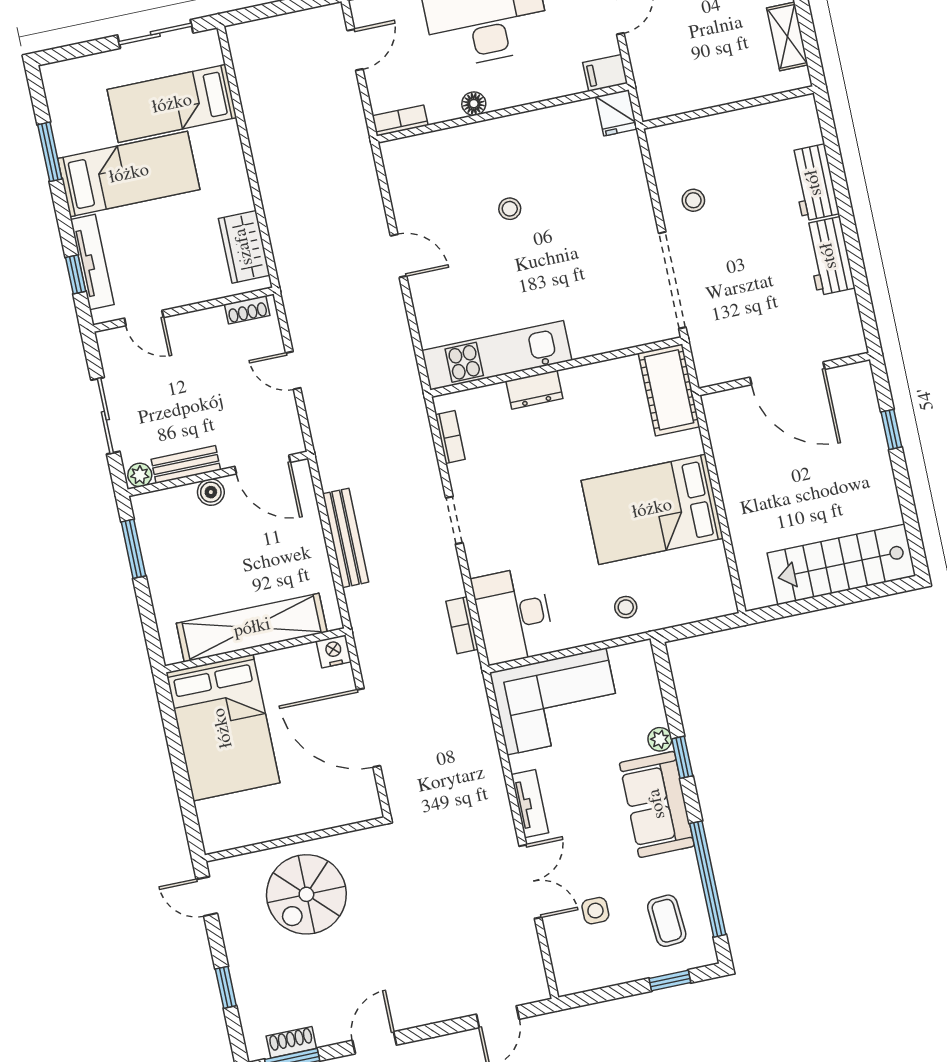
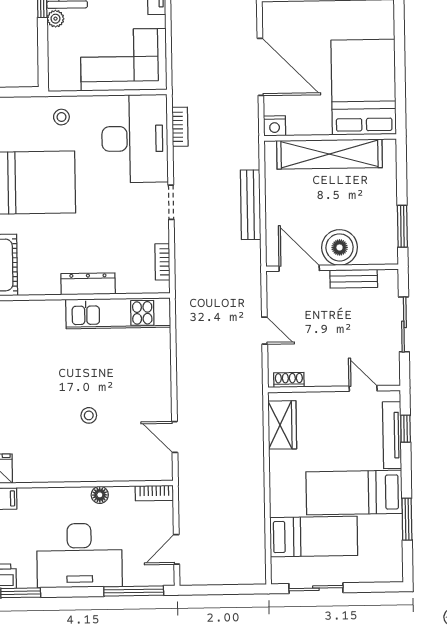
door: (399, 256) -> (175, 437), moved
dresser: (534, 390) -> (88, 284), width x1.44
plant: (140, 475) -> (388, 278), removed
boiler: (211, 492) -> (340, 247), width x1.86, depth x1.86
desk: (513, 615) -> (135, 139), width x1.36, depth x1.30

